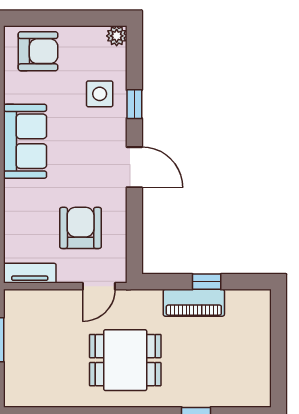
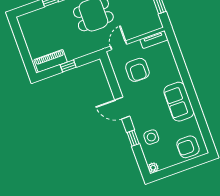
piano: (194, 303) -> (51, 61), moved

